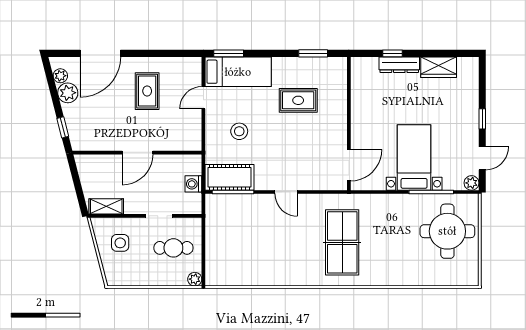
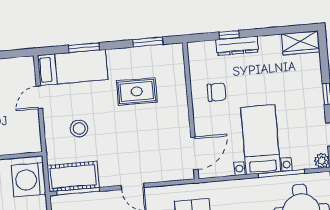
window: (229, 53) -> (84, 48), moved
wardrobe: (439, 67) -> (301, 43), moved
chair: (376, 108) -> (217, 92), added
washing machine: (193, 184) -> (29, 180), width x1.89, depth x1.89

